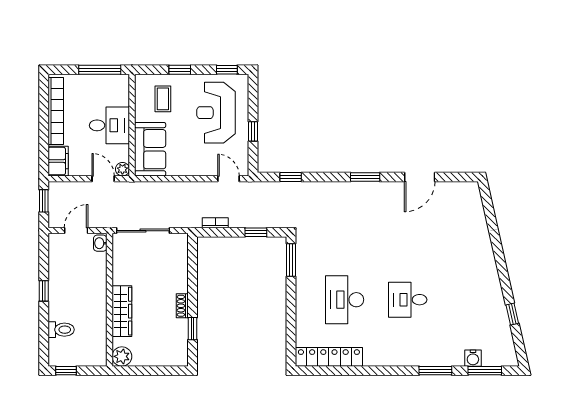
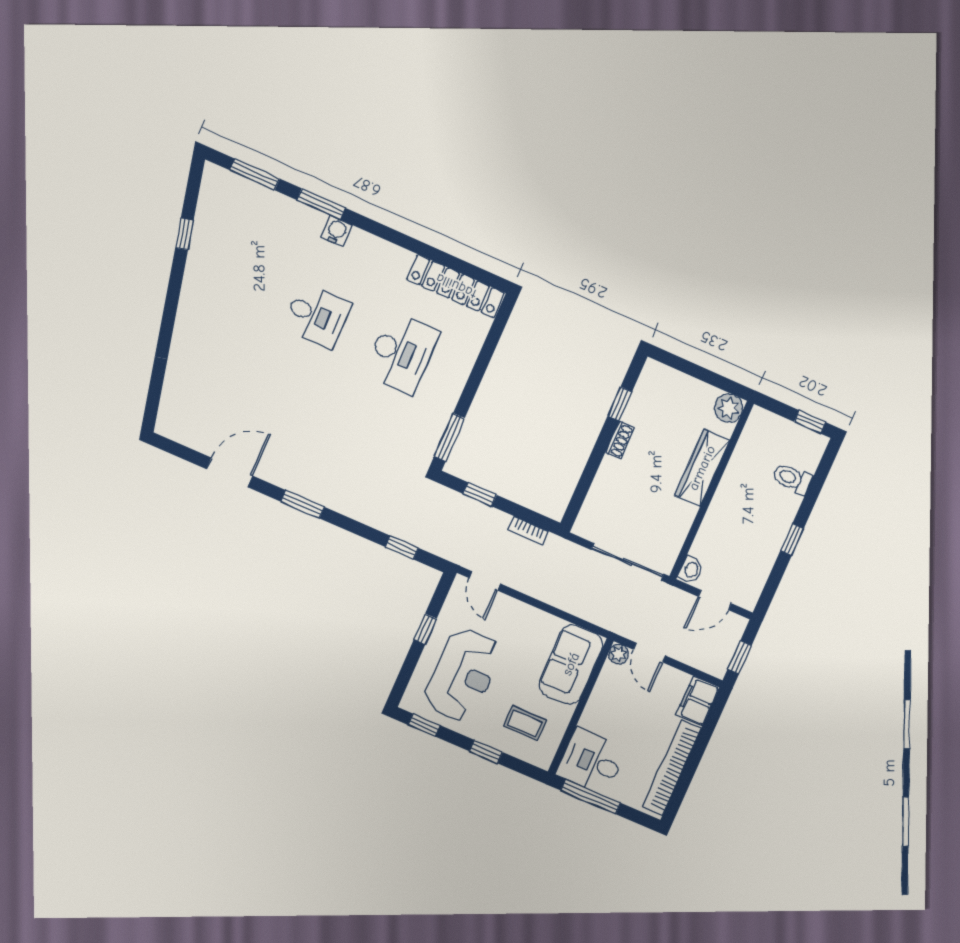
coffee table: (163, 99) -> (525, 723), turned 90
desk: (109, 125) -> (591, 762), moved
water cooler: (473, 358) -> (337, 231), moved

